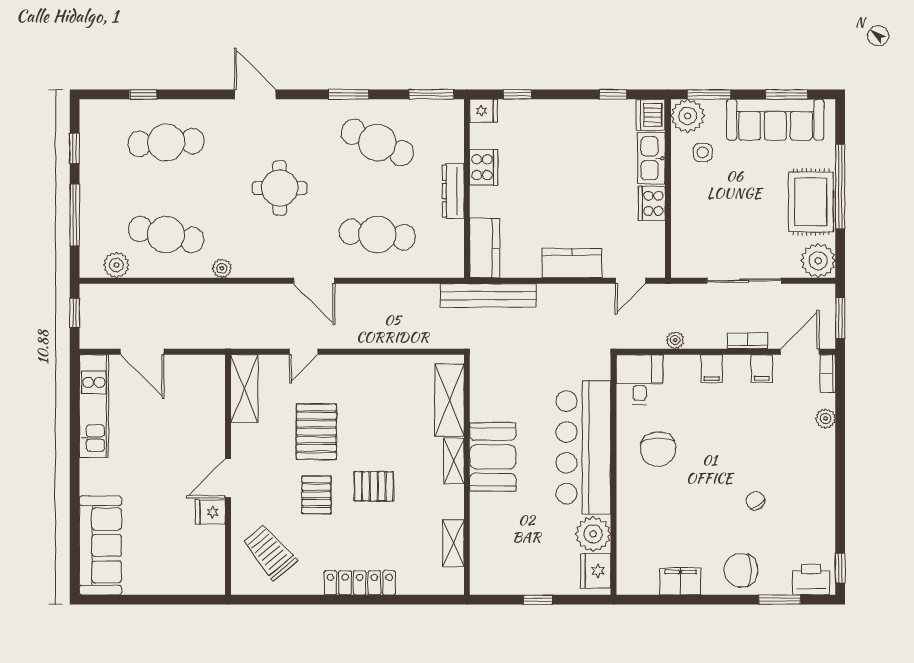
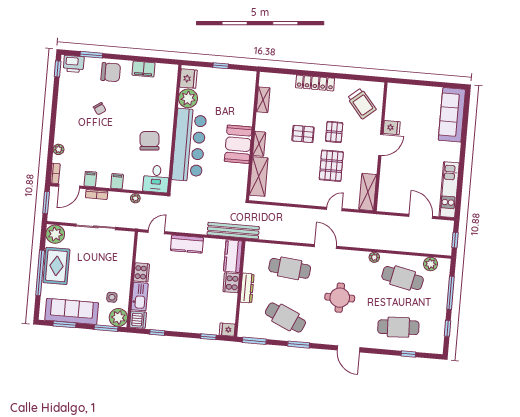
cooker: (484, 167) -> (231, 283), moved

